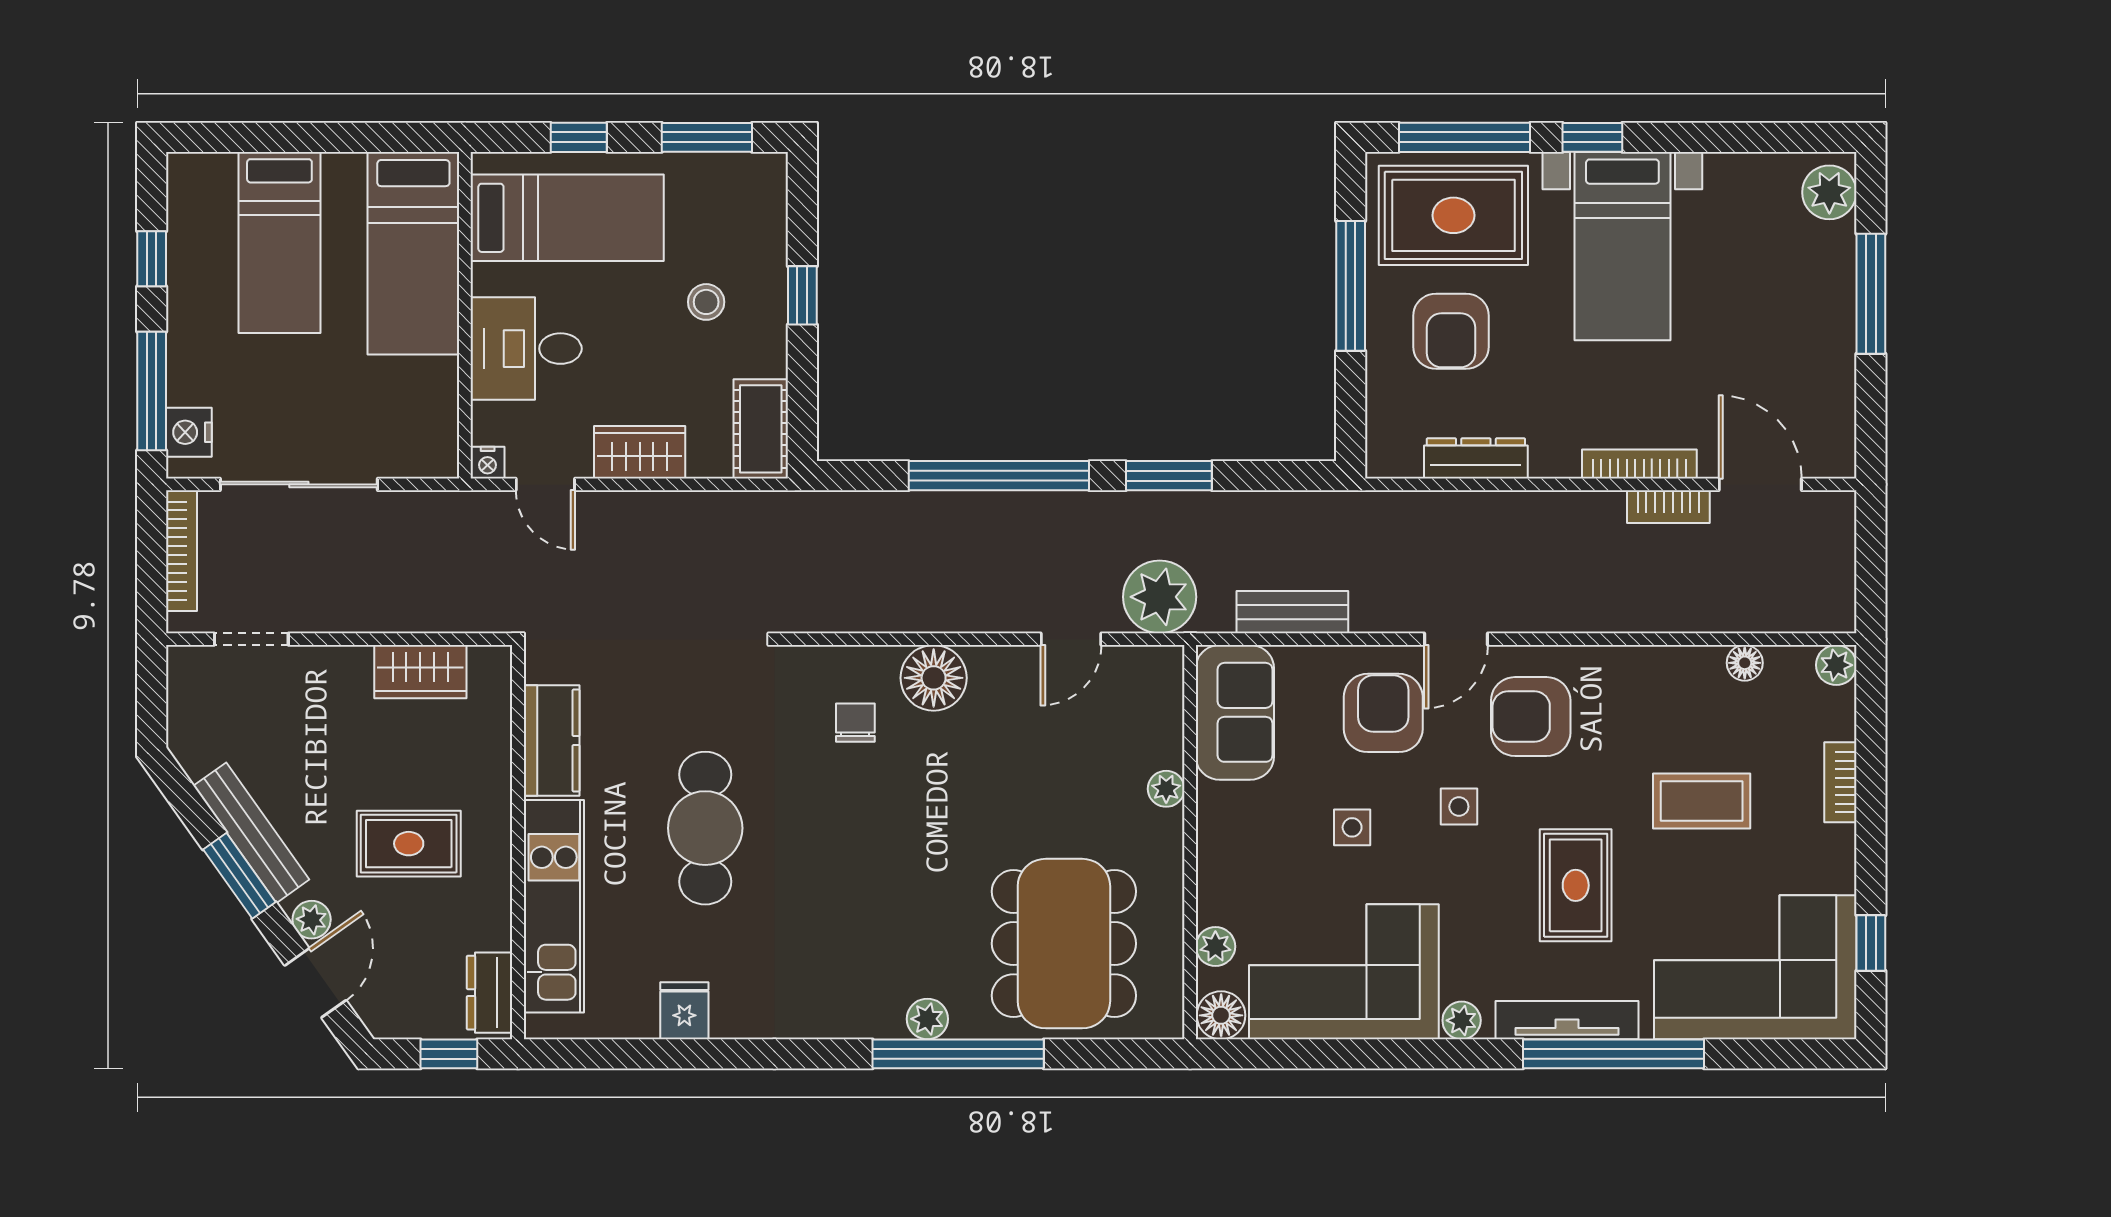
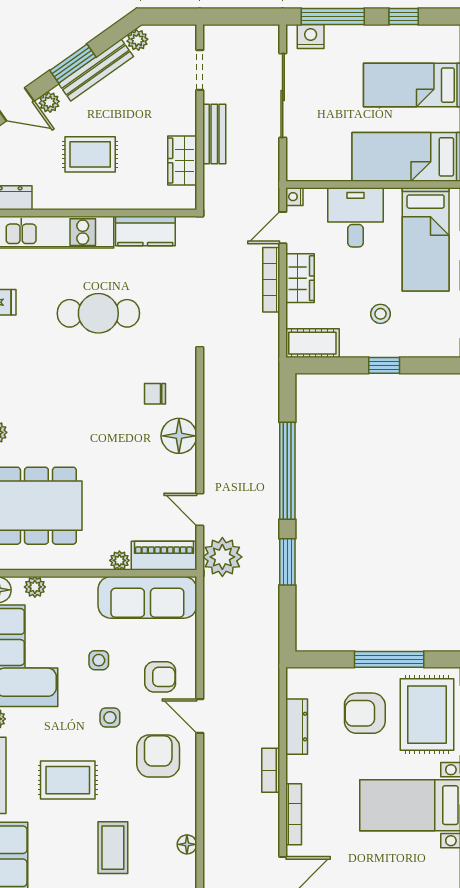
bookcase: (1668, 507) -> (271, 770), moved
bookcase: (182, 551) -> (271, 280), moved, turned 90
bench: (1292, 612) -> (214, 134), moved
floor lamp: (1745, 663) -> (187, 844), moved
piano: (1157, 706) -> (164, 556), added
sofa: (1235, 712) -> (147, 597), width x1.36
armchair: (1383, 713) -> (160, 677), width x0.72, depth x0.72
chair: (855, 723) -> (155, 394), turned 180
plant: (196, 755) -> (137, 40), added
rug: (409, 844) -> (90, 154), turned 90

